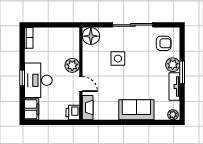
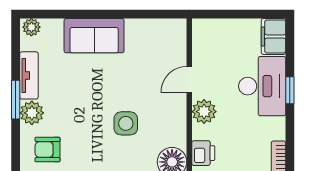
door: (81, 84) -> (189, 80), hinge flipped
fireplace: (88, 108) -> (178, 39), removed
printer: (73, 113) -> (203, 153), moved

